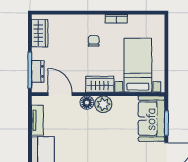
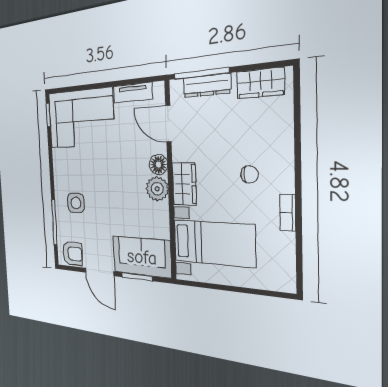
dresser: (38, 71) -> (207, 85), width x1.44
door: (60, 94) -> (168, 124), swing flipped

